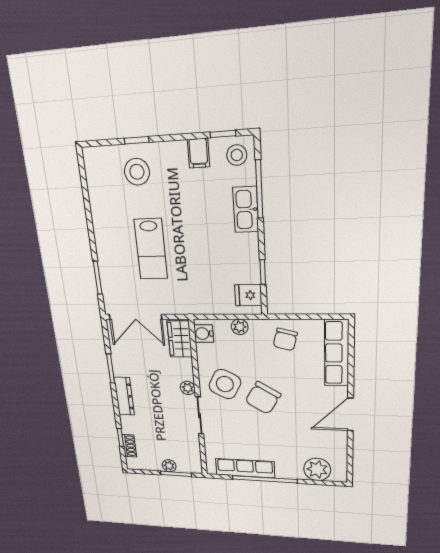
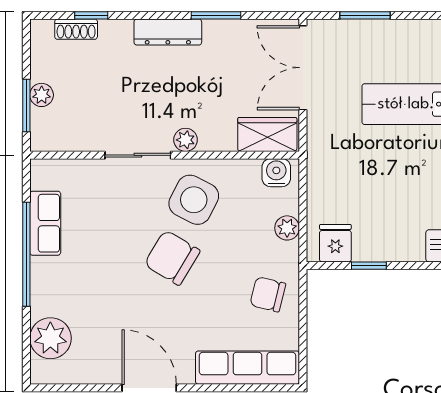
row of seats: (245, 468) -> (45, 223), width x0.68

